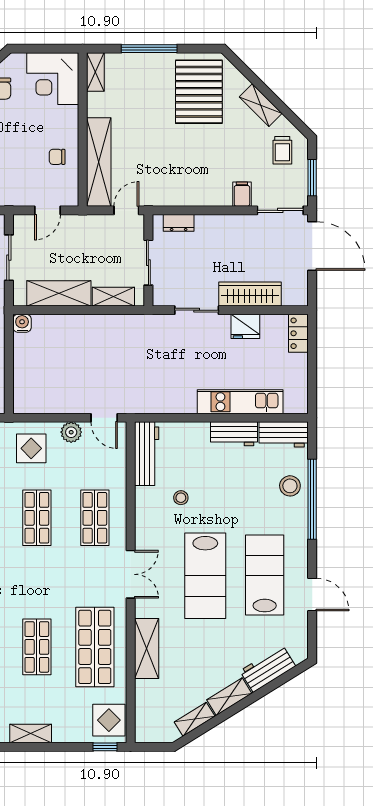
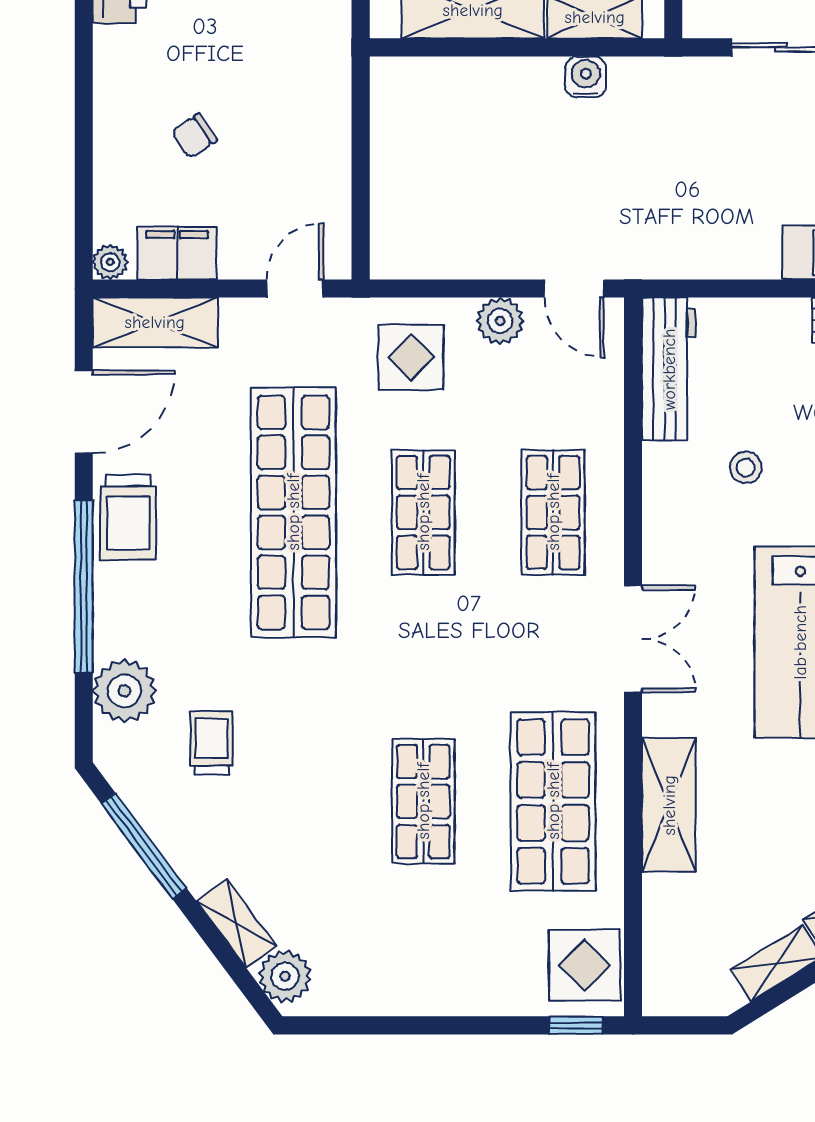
water cooler: (22, 323) -> (586, 77), moved
shelving: (31, 734) -> (410, 995), removed

